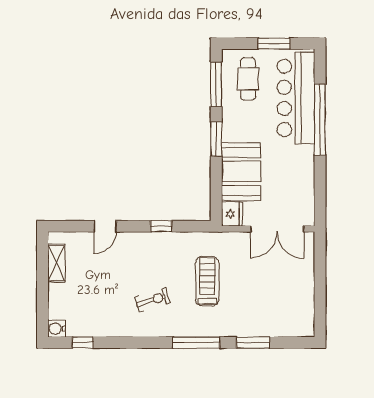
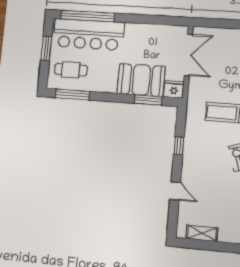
window: (320, 120) -> (88, 16), moved
window: (216, 139) -> (148, 100), moved

